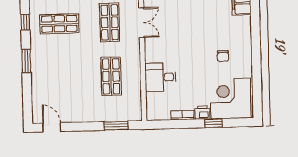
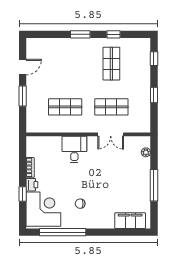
window: (257, 75) -> (63, 232), added
desk: (161, 77) -> (74, 149), moved
window: (116, 126) -> (23, 96), moved
door: (52, 127) -> (23, 67), moved

